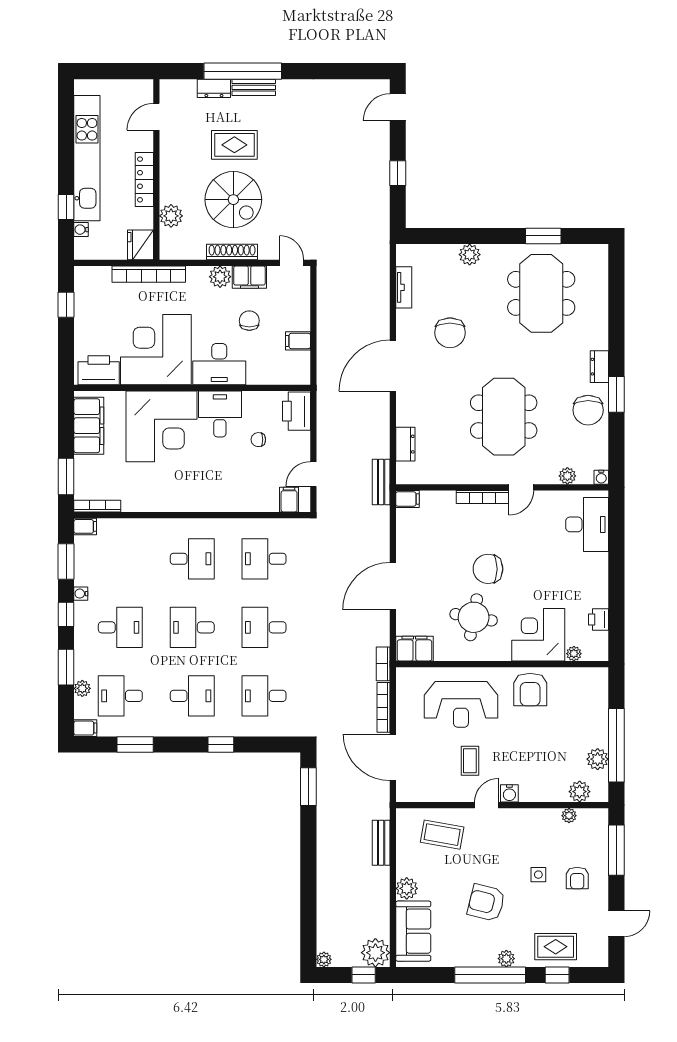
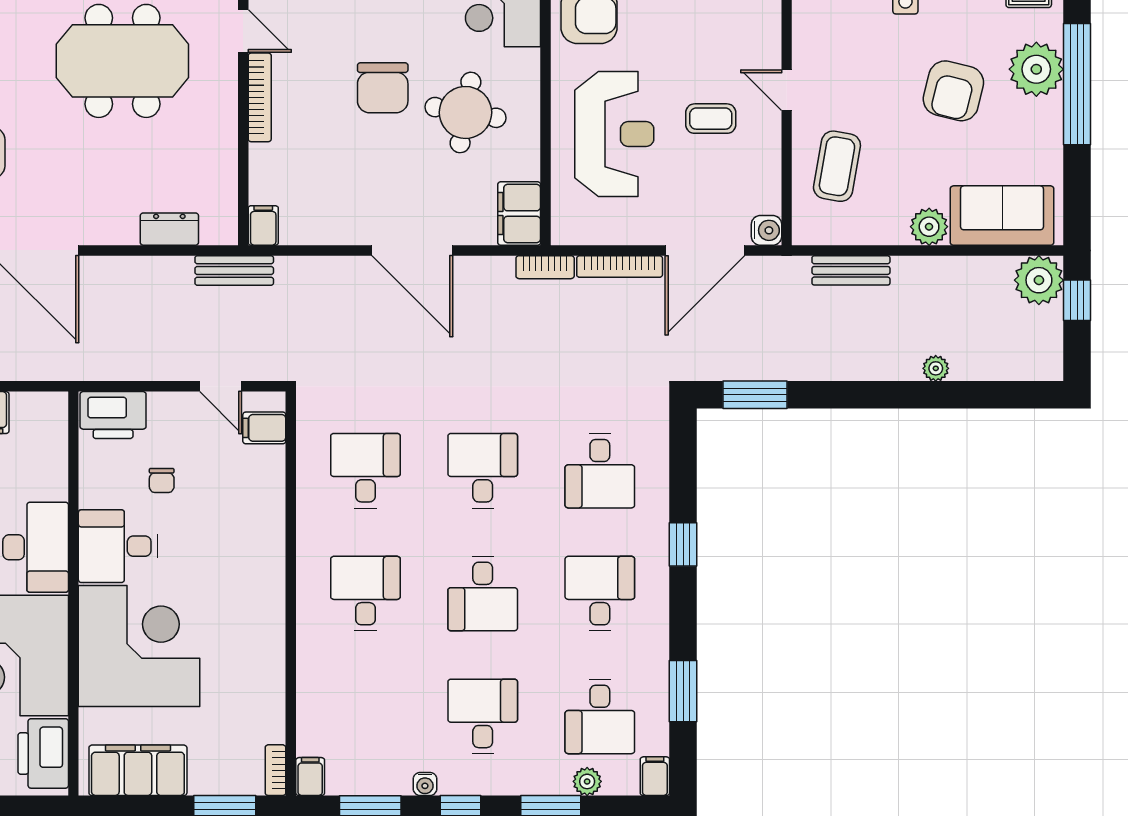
bookcase: (97, 506) -> (275, 770), width x0.64
desk: (264, 559) -> (365, 471), turned 180
desk: (264, 627) -> (483, 471), turned 180
water cooler: (509, 793) -> (767, 230), moved
plant: (324, 959) -> (936, 368), moved
plant: (506, 959) -> (1036, 69), width x1.88, depth x1.88

